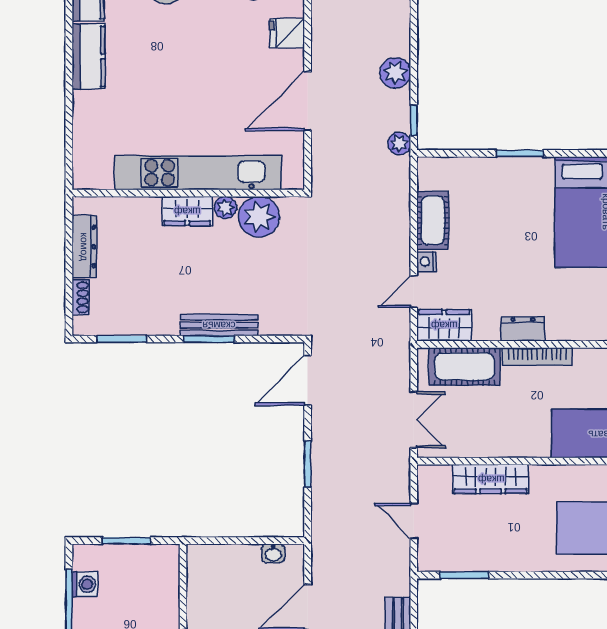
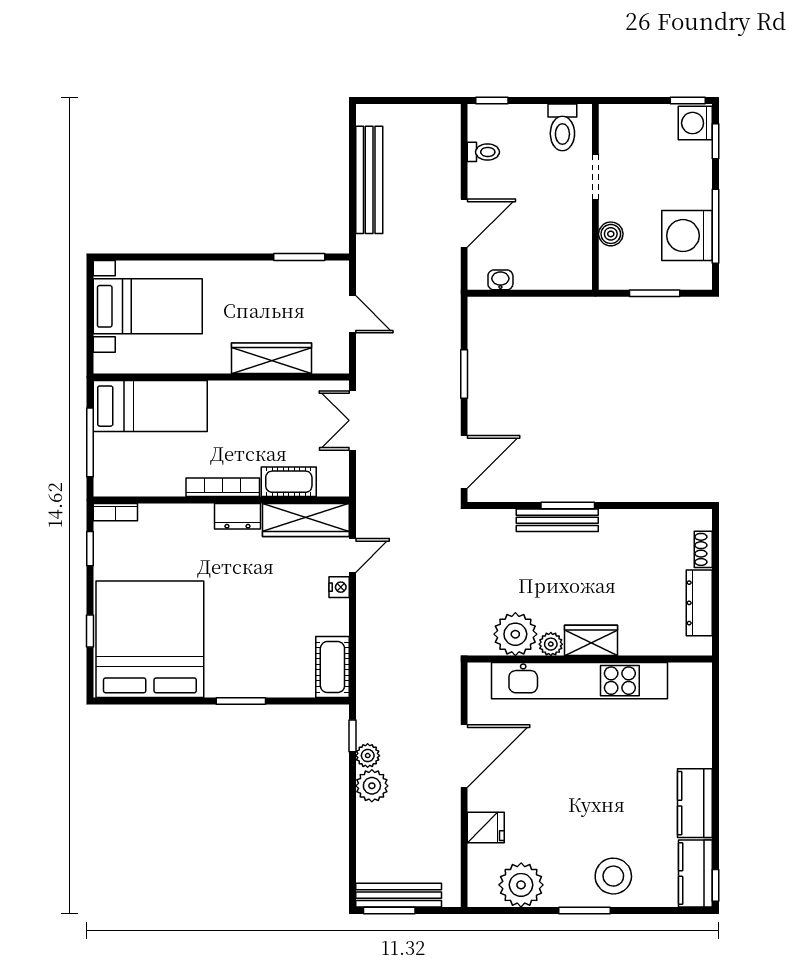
plant: (399, 143) -> (368, 756), moved
cot: (433, 220) -> (332, 667), moved
wardrobe: (444, 325) -> (306, 520), width x1.50
window: (122, 339) -> (660, 505), removed
cot: (465, 366) -> (289, 482), width x0.73, depth x0.75
washing machine: (85, 584) -> (687, 236), width x1.89, depth x1.89
boiler: (168, 597) -> (611, 234), added

